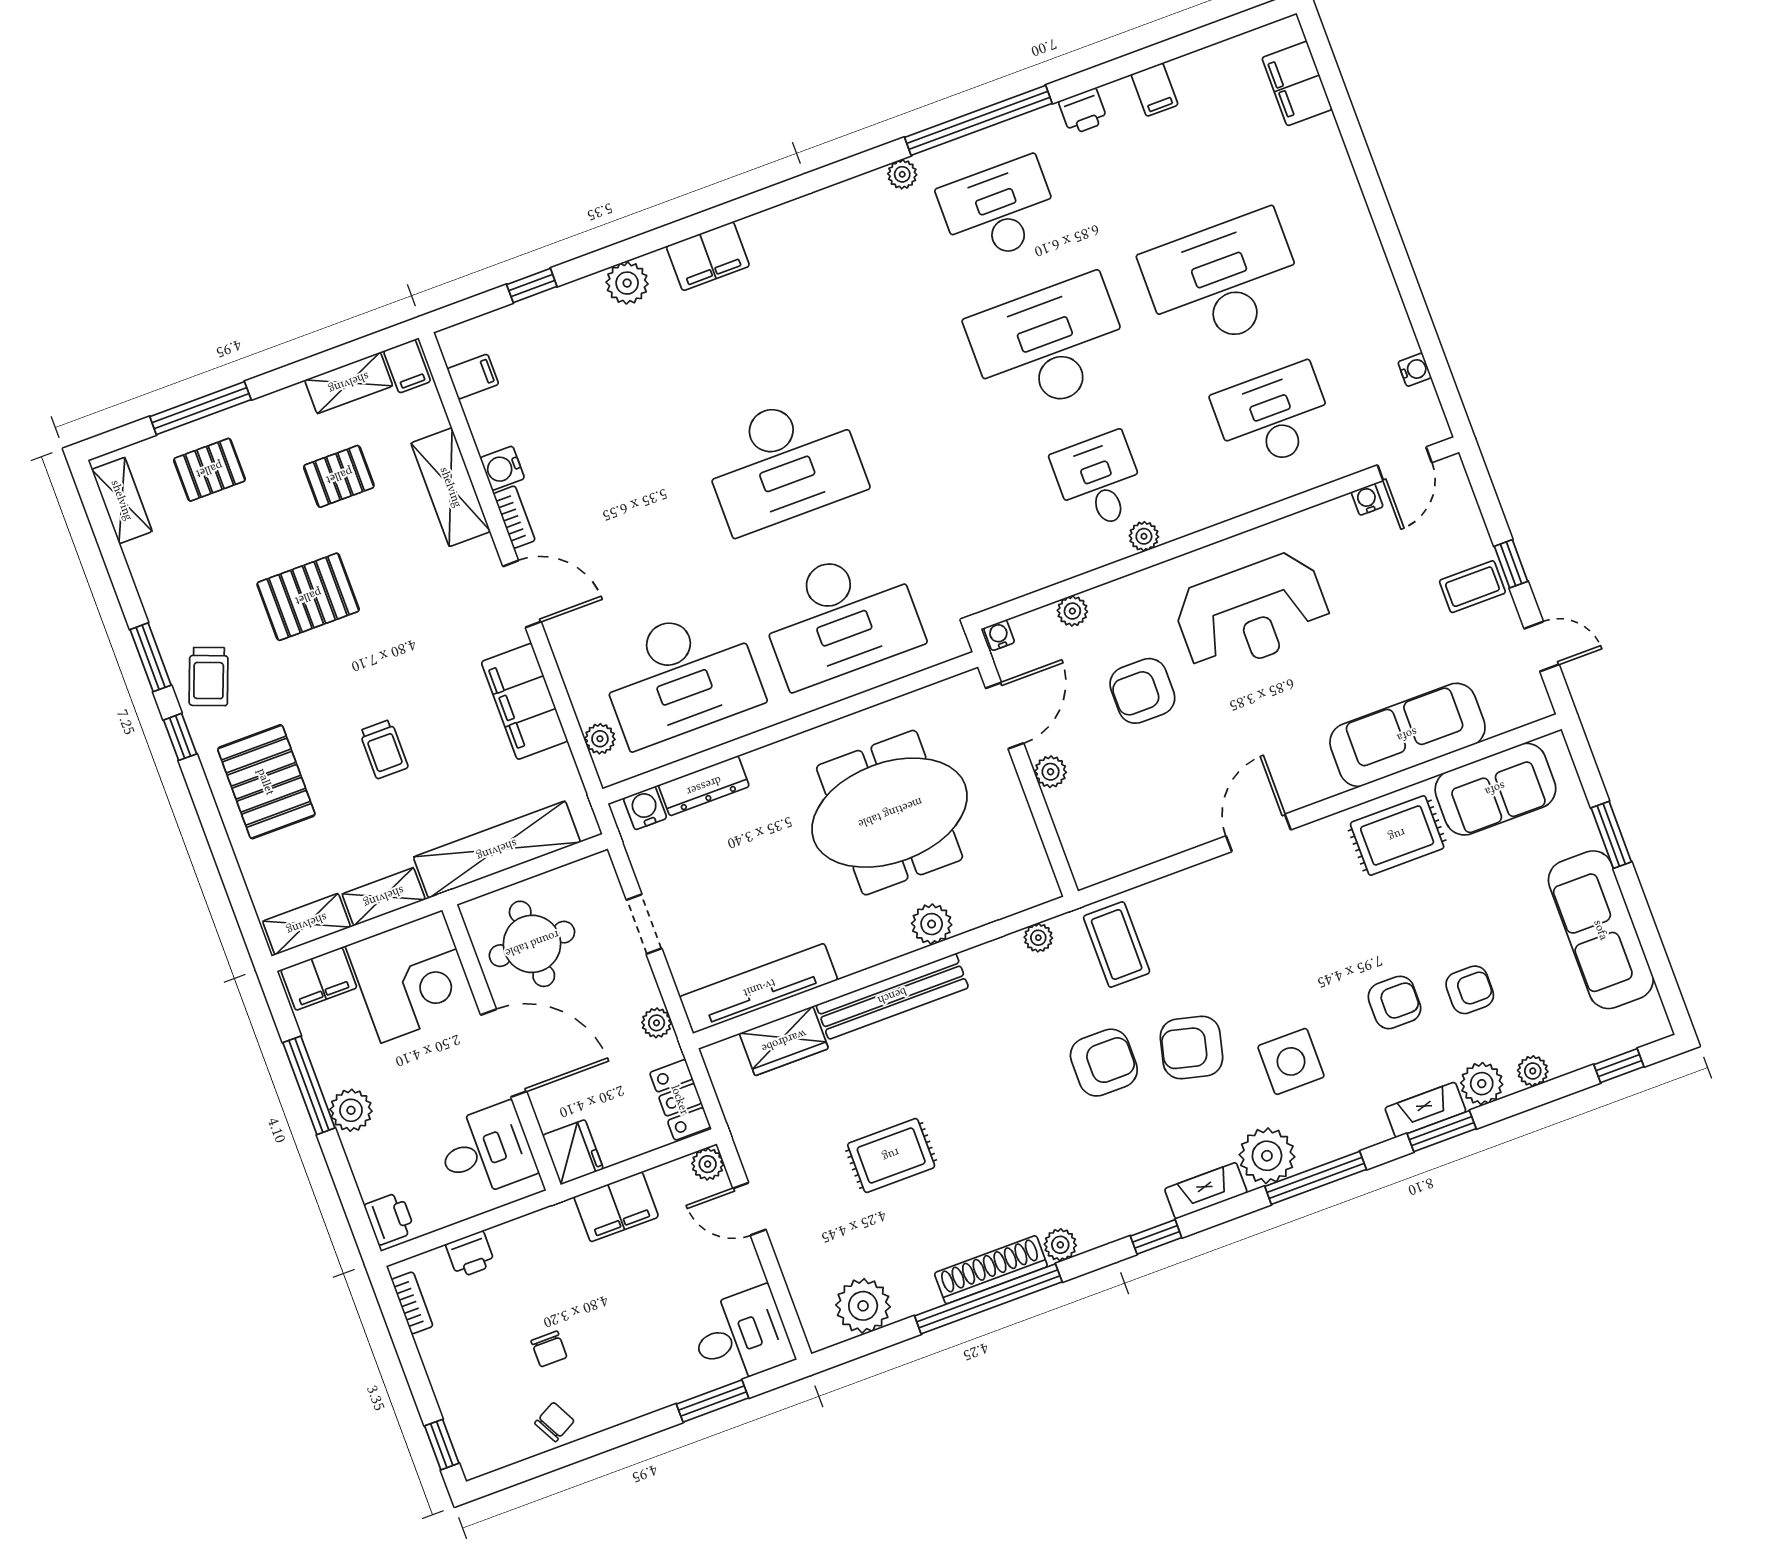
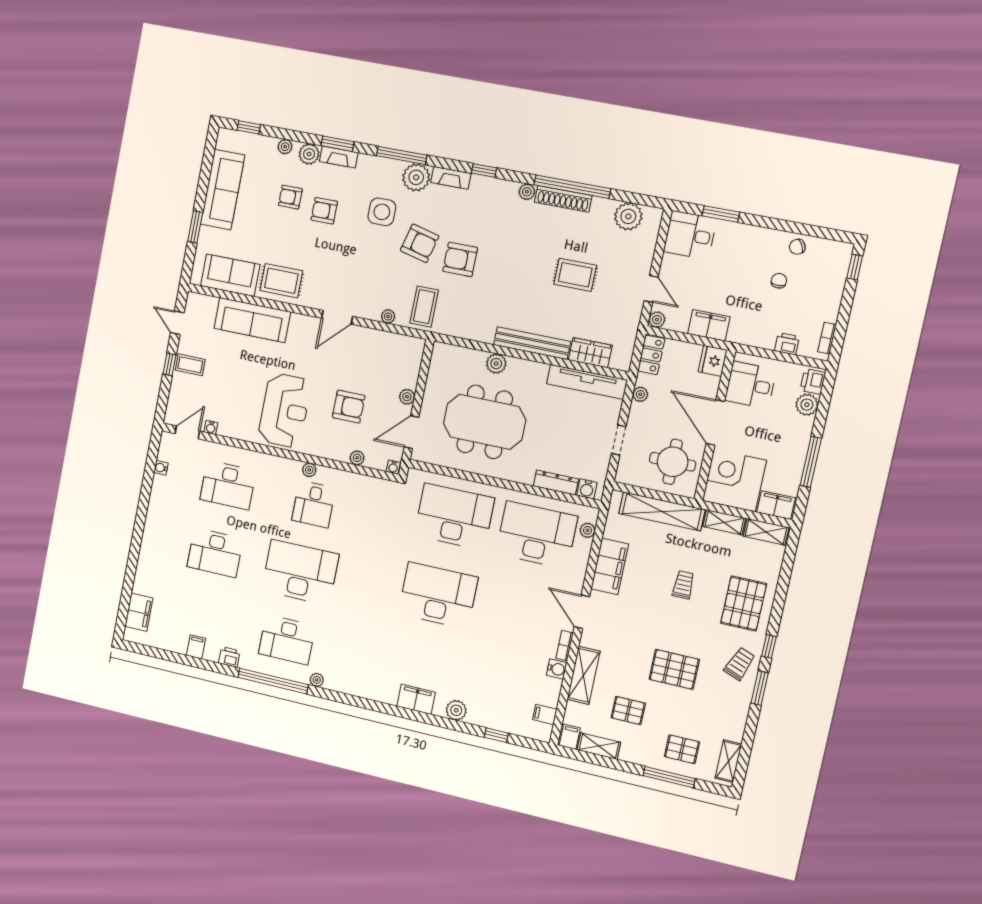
desk: (1223, 281) -> (215, 553), width x0.73, depth x0.77
desk: (1049, 346) -> (300, 572), turned 180
reception desk: (1252, 613) -> (285, 410), turned 90
plant: (1038, 938) -> (388, 316), moved
plant: (351, 1110) -> (807, 405), moved

